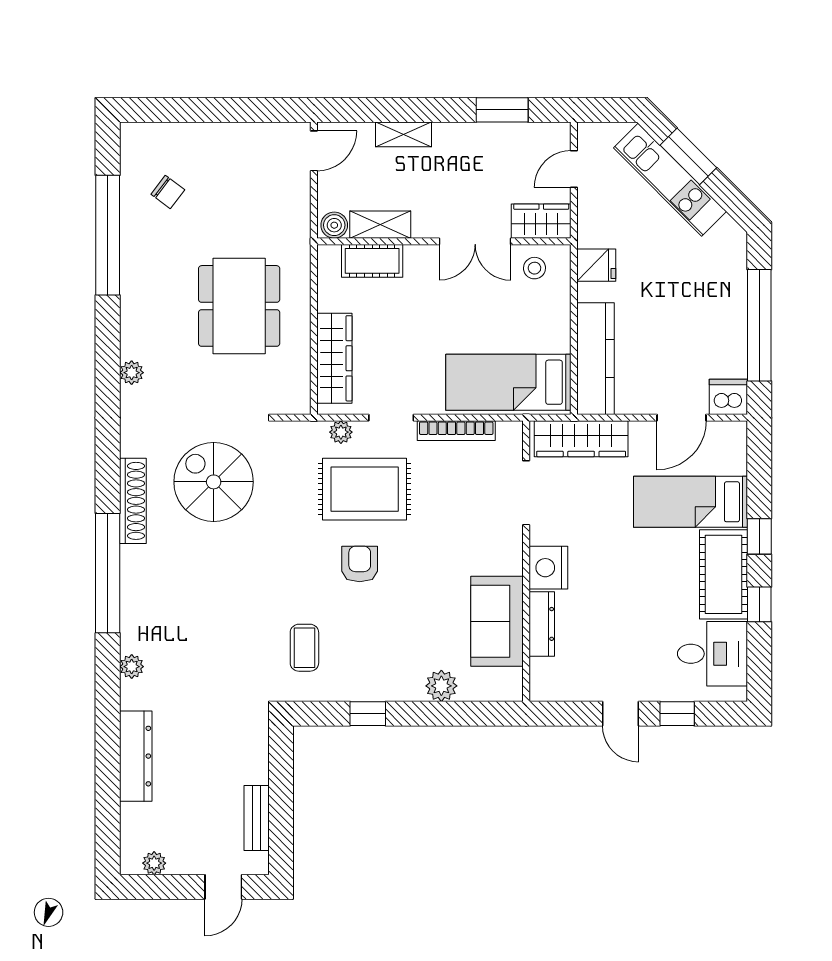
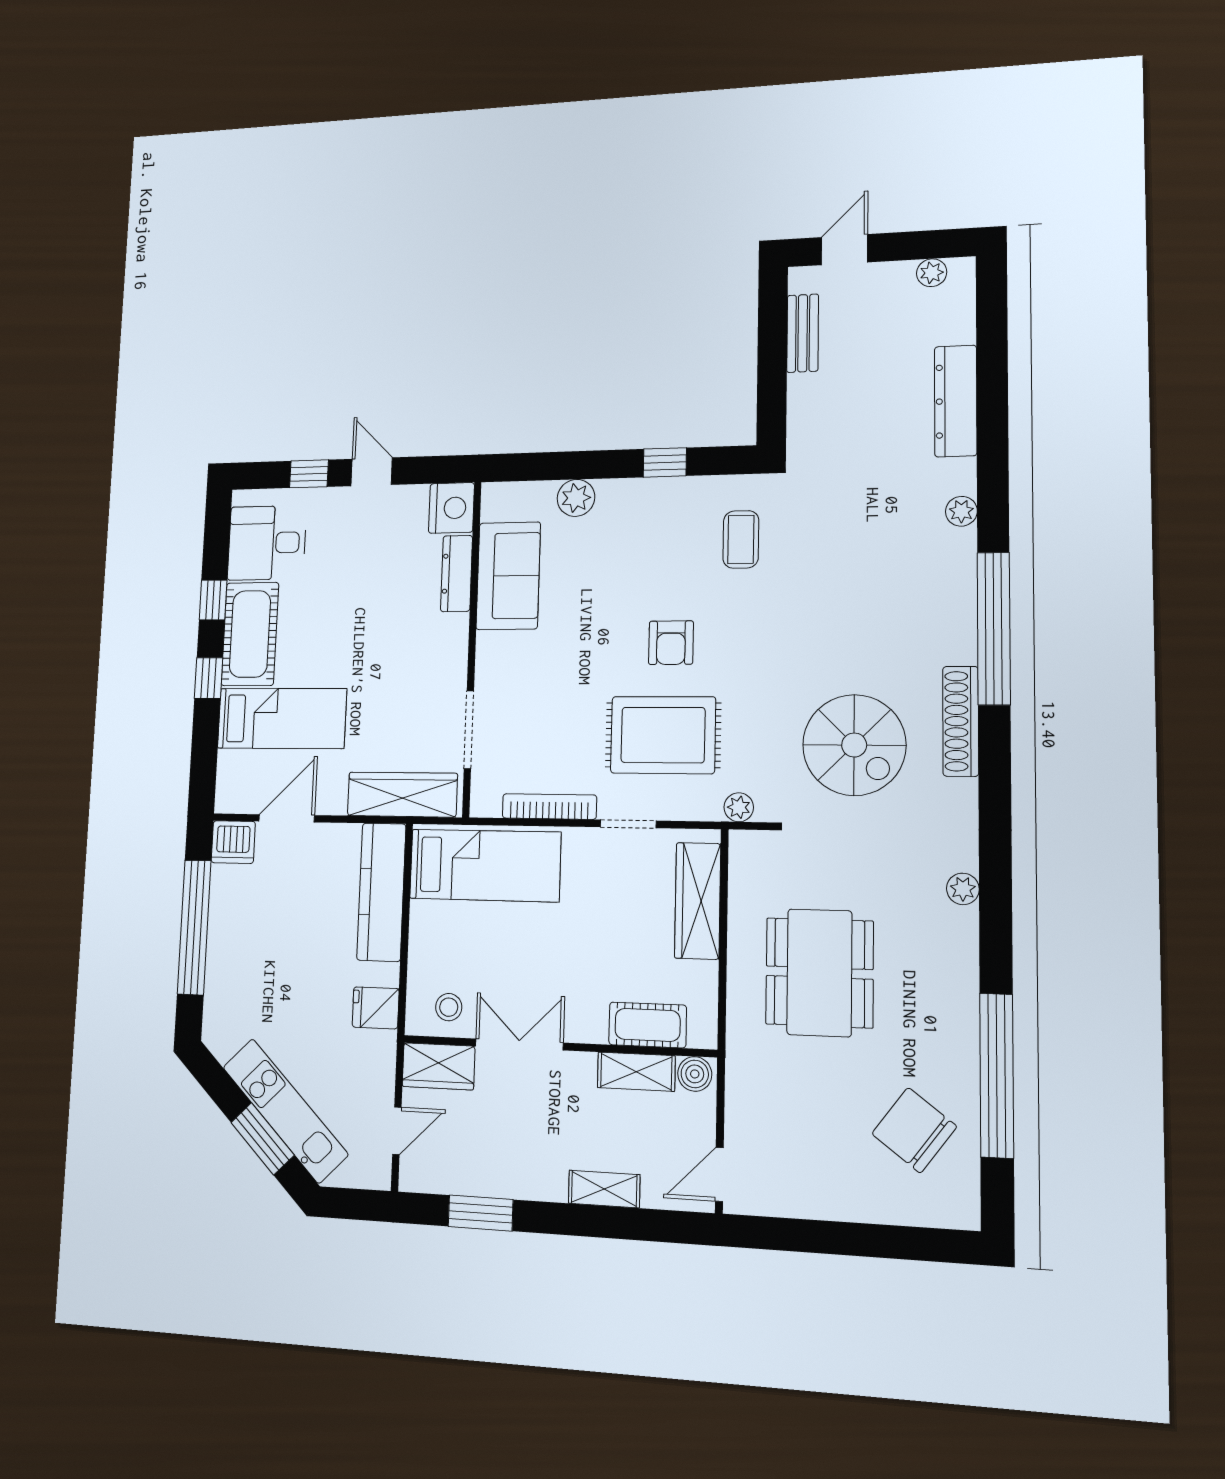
chair: (168, 192) -> (914, 1130), width x1.87, depth x1.87
plant: (341, 432) -> (739, 807), moved
nightstand: (548, 568) -> (451, 508), moved

